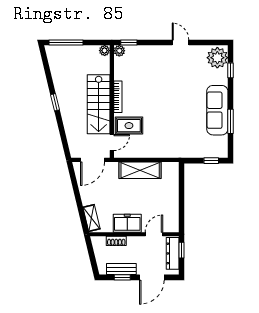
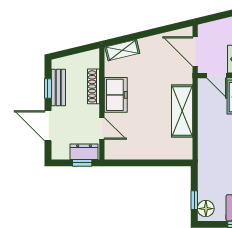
floor lamp: (218, 151) -> (206, 209), added
shoe rack: (116, 241) -> (94, 86), width x1.43
dresser: (173, 253) -> (84, 152), width x0.70

